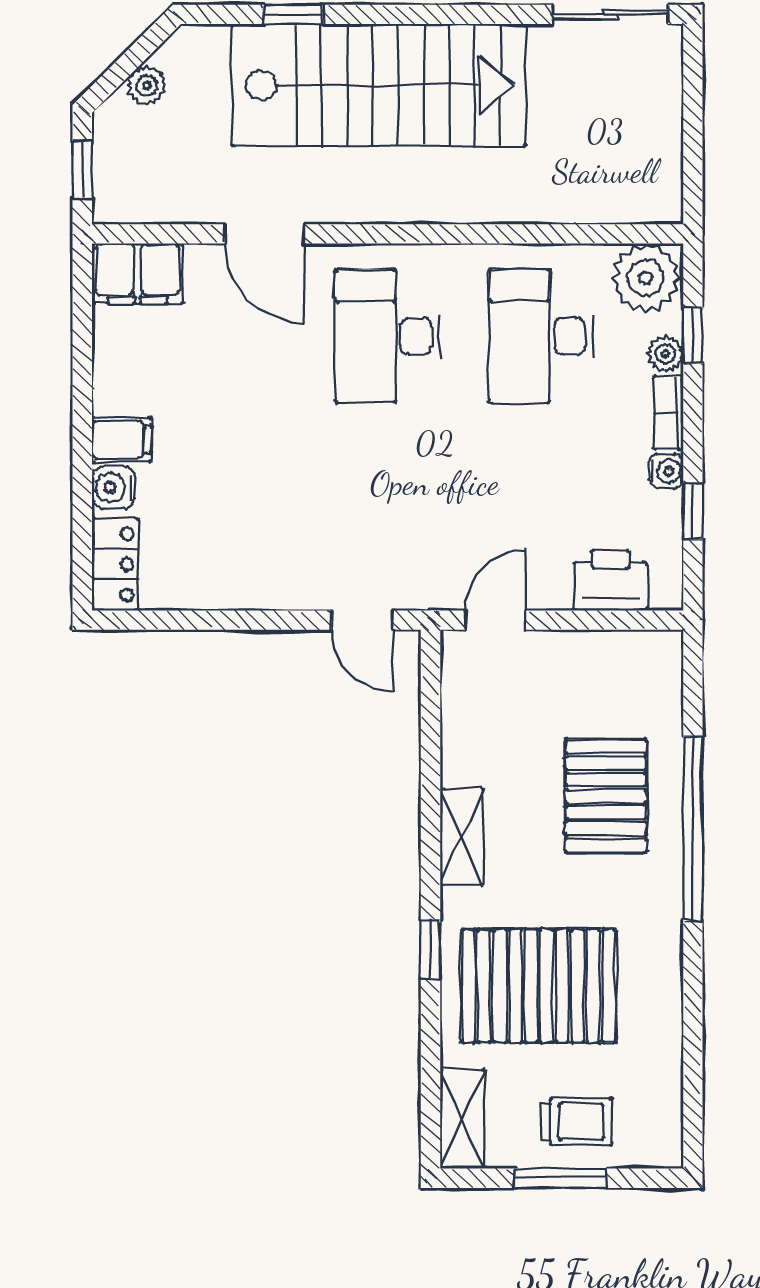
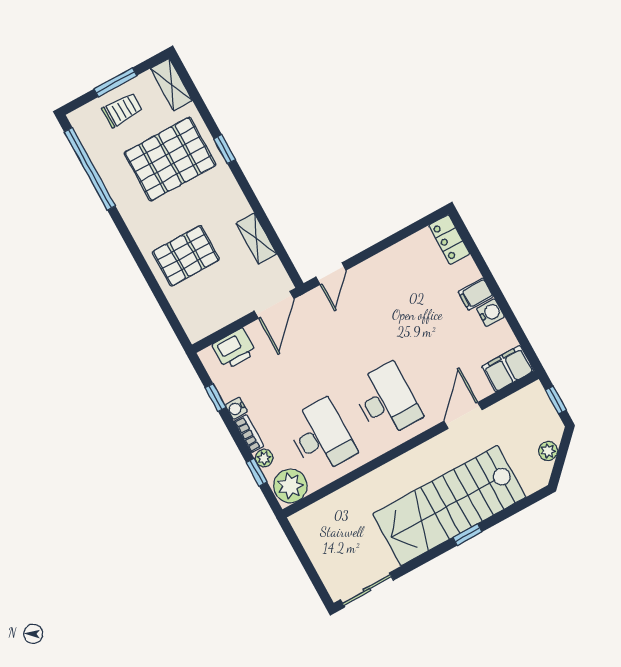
window: (293, 14) -> (467, 535), moved
door: (265, 234) -> (463, 415), hinge flipped
water cooler: (113, 487) -> (490, 313), moved
door: (362, 620) -> (331, 274), swing flipped
door: (495, 620) -> (274, 305), width x1.38
pallet: (606, 796) -> (186, 256), turned 90
window: (693, 829) -> (90, 169), moved
shelving: (462, 837) -> (256, 239), moved
trolley: (576, 1122) -> (122, 110), turned 180

